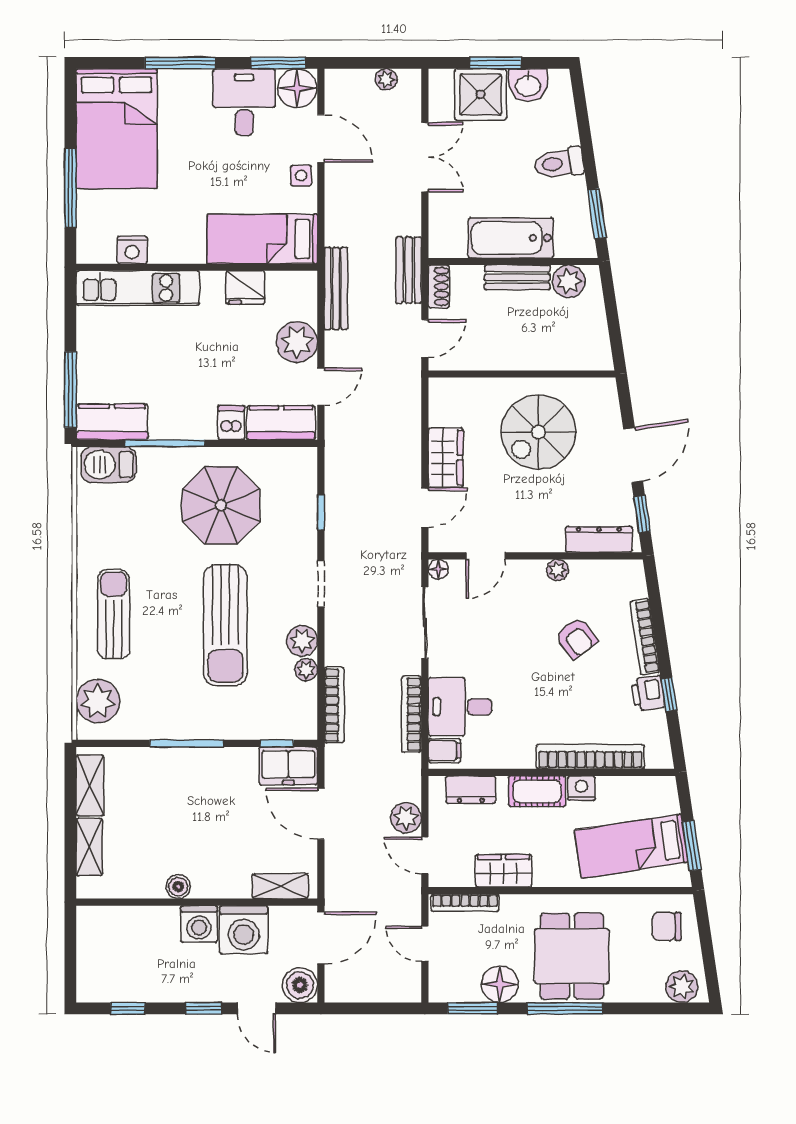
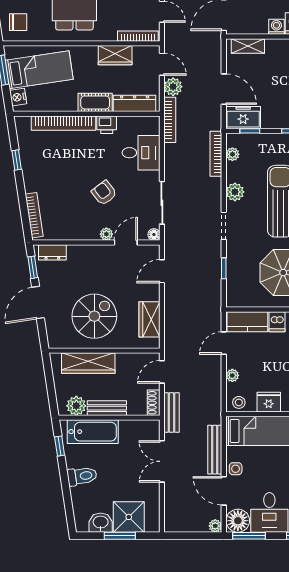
plant: (386, 79) -> (215, 526), moved
double door: (425, 157) -> (162, 461), moved
window: (597, 214) -> (60, 446), width x0.67
bathtub: (511, 238) -> (93, 432), moved
stool: (295, 287) -> (239, 402), added
bench: (336, 288) -> (215, 450), moved
plant: (297, 342) -> (232, 375), width x0.53, depth x0.53
wardrobe: (549, 353) -> (88, 363), added
wardrobe: (446, 458) -> (150, 319), moved
dresser: (599, 539) -> (52, 252), width x0.70
plant: (557, 570) -> (106, 234), moved
bookcase: (645, 637) -> (34, 215), moved
armchair: (576, 638) -> (104, 193), moved
plant: (306, 670) -> (232, 154), moved
printer: (648, 693) -> (107, 125), moved, turned 99
bookcase: (412, 714) -> (170, 120), moved
filing cabinet: (444, 751) -> (150, 127), removed
nightstand: (581, 788) -> (18, 97), moved, turned 81
dresser: (471, 790) -> (135, 103), width x1.44
washing machine: (244, 930) -> (276, 27), width x0.53, depth x0.53

